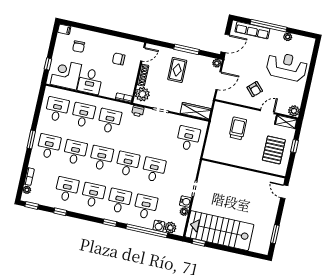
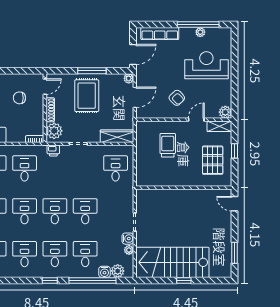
window: (269, 26) -> (198, 25), moved
rug: (177, 70) -> (87, 96), width x1.36, depth x1.43
window: (199, 242) -> (184, 280), moved

